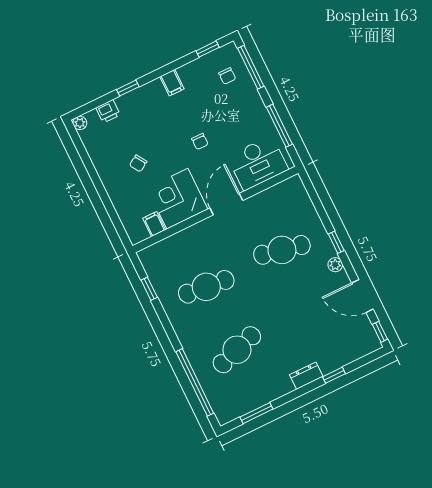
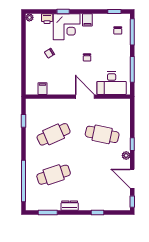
corner desk: (177, 199) -> (67, 27), moved, turned 180
door: (226, 204) -> (85, 97), hinge flipped
cafe table: (206, 287) -> (54, 134), turned -30
dresser: (306, 376) -> (70, 206), moved

